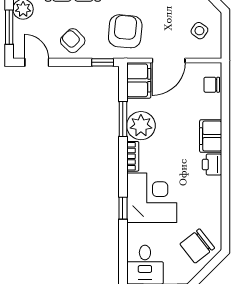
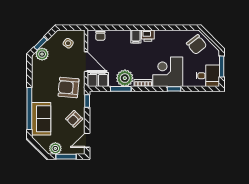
filing cabinet: (211, 136) -> (136, 37), width x0.50

